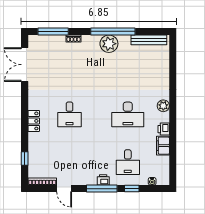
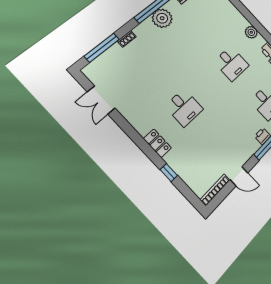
double door: (25, 65) -> (101, 100), width x0.73
desk: (128, 114) -> (231, 64), width x0.73
window: (25, 158) -> (169, 173), moved

